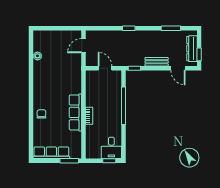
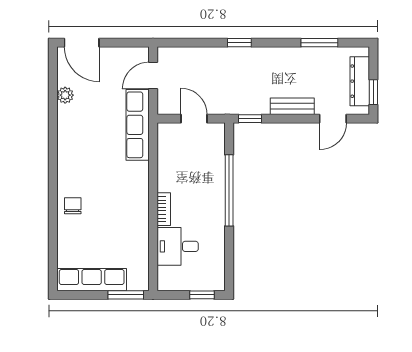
door: (46, 28) -> (82, 43), added
door: (178, 68) -> (333, 119), hinge flipped
row of seats: (75, 112) -> (138, 125), moved
desk: (111, 148) -> (178, 246), moved, turned 90

